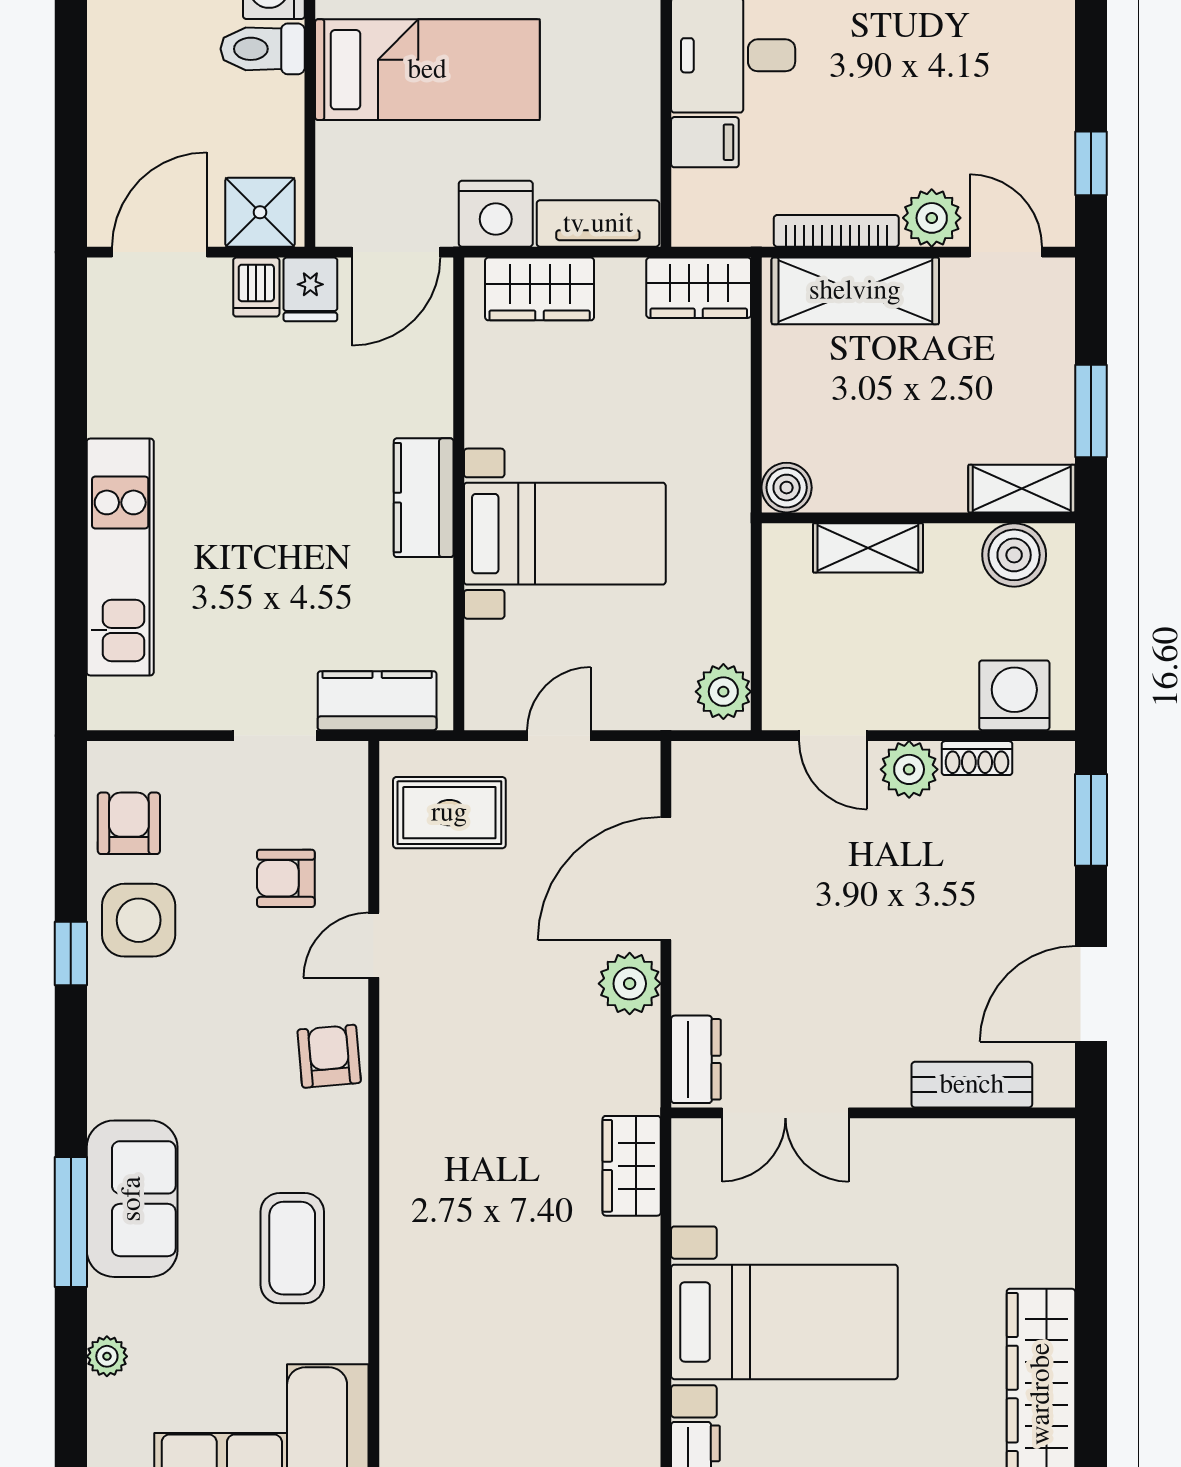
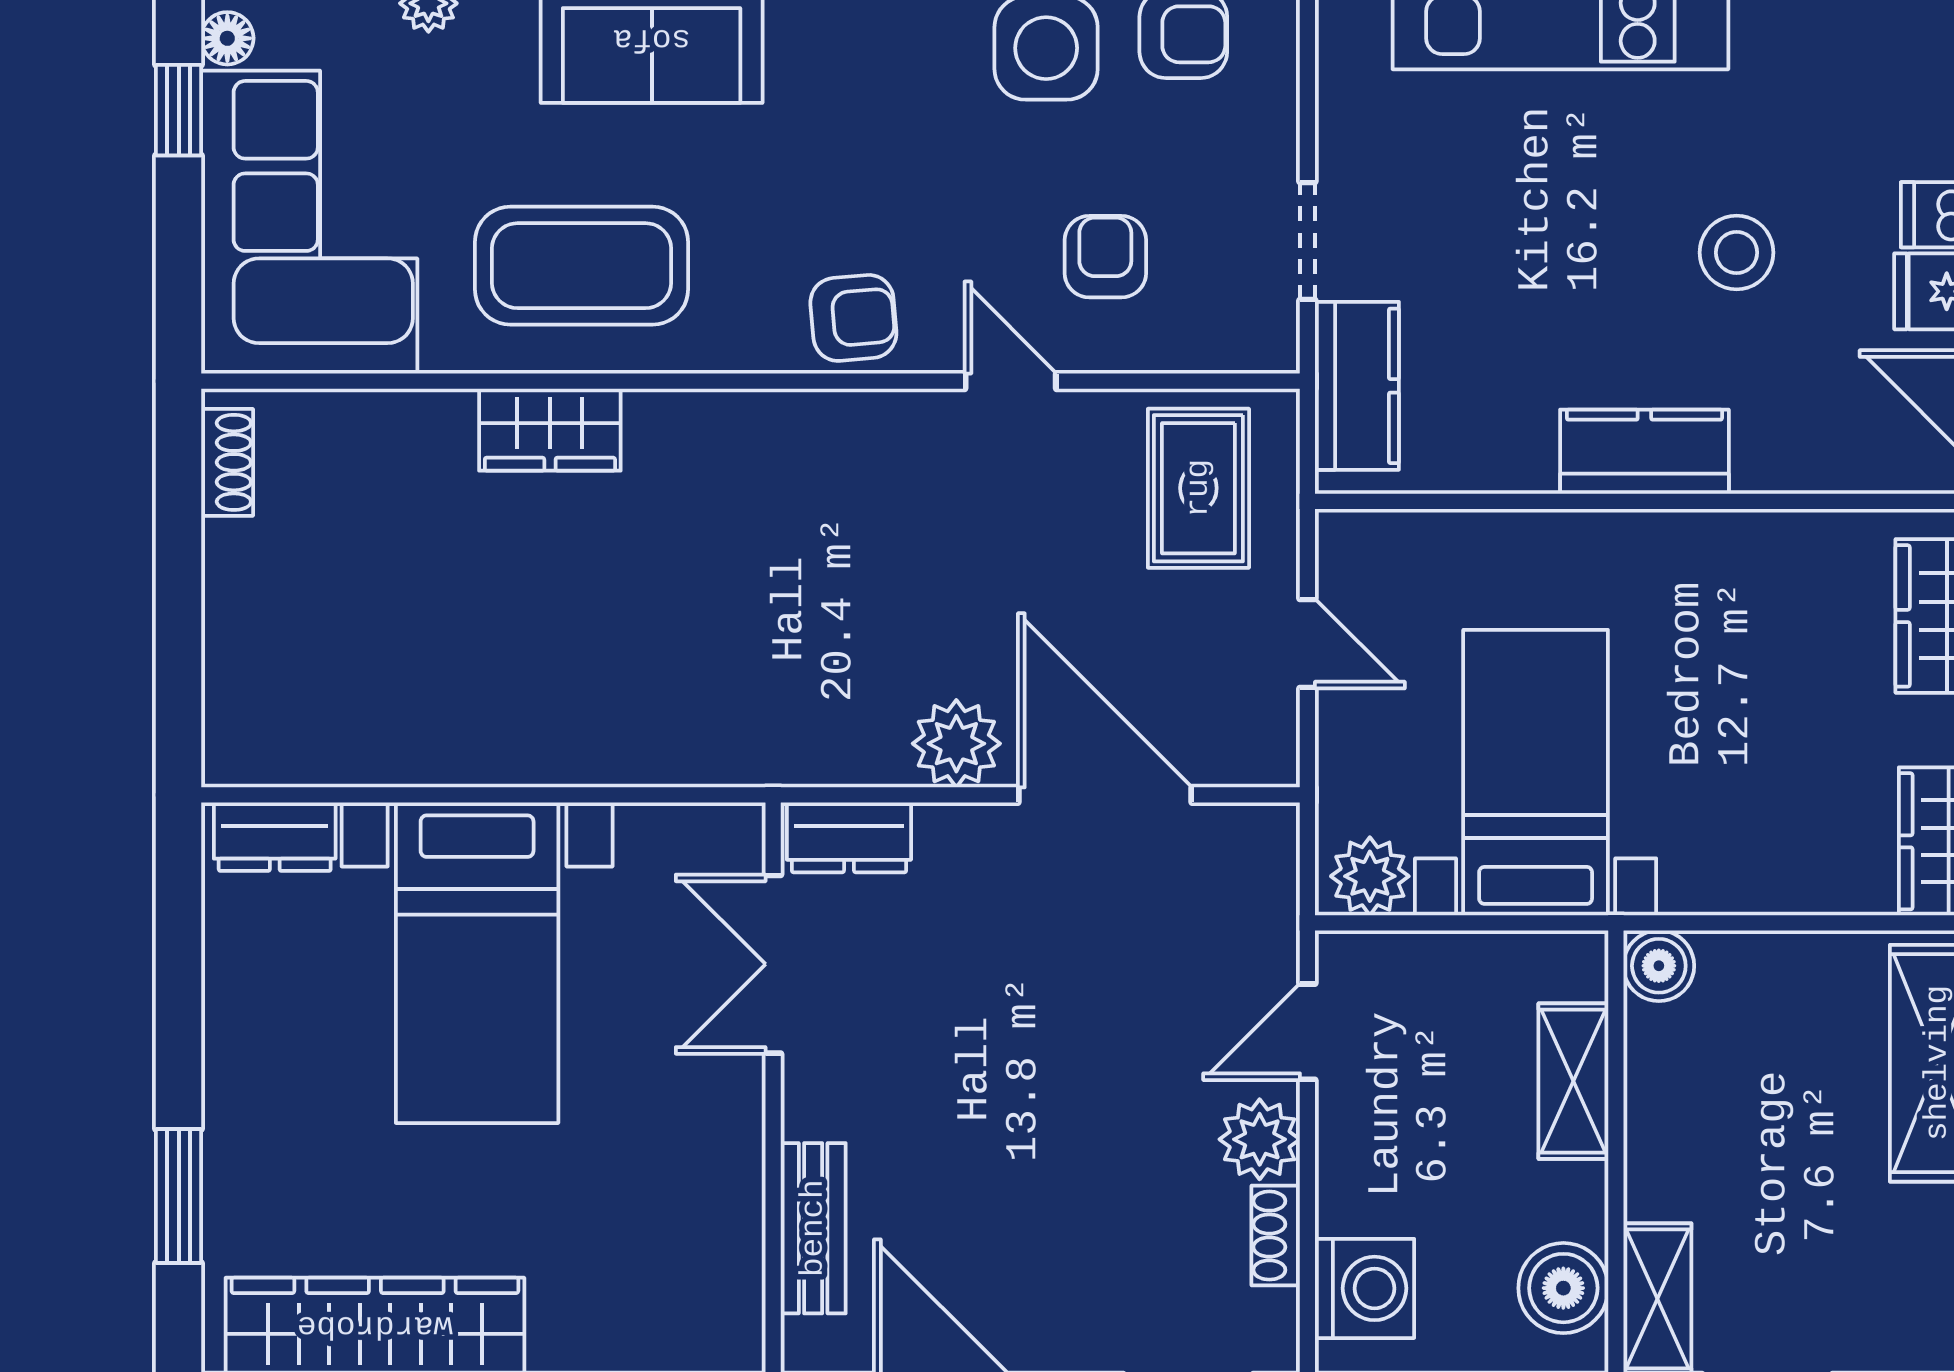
stool: (283, 433) -> (1737, 253), added
bed with nightstands: (565, 534) -> (1536, 773), moved, turned 180
wardrobe: (632, 1166) -> (550, 430), moved, turned 180
coffee table: (292, 1248) -> (582, 266), width x1.36, depth x1.32

